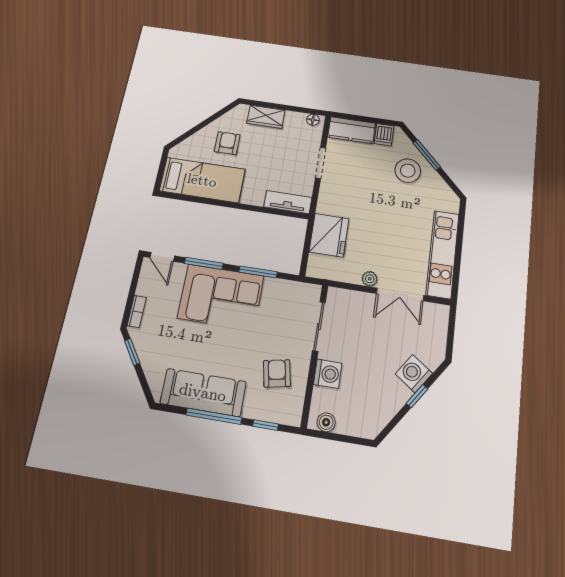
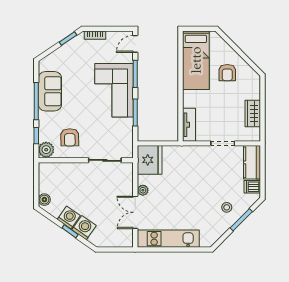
wardrobe: (266, 117) -> (253, 113), moved
floor lamp: (313, 120) -> (256, 133), removed
armchair: (227, 143) -> (227, 73), turned 90
stool: (408, 171) -> (227, 207), width x0.53, depth x0.53
fridge: (329, 235) -> (150, 160), moved, turned -90
armchair: (277, 373) -> (70, 137), turned 100
washing machine: (328, 374) -> (69, 217), moved, turned -145
sofa: (203, 392) -> (50, 91), width x0.73
plant: (289, 413) -> (46, 150), added
boiler: (326, 422) -> (44, 200), moved

